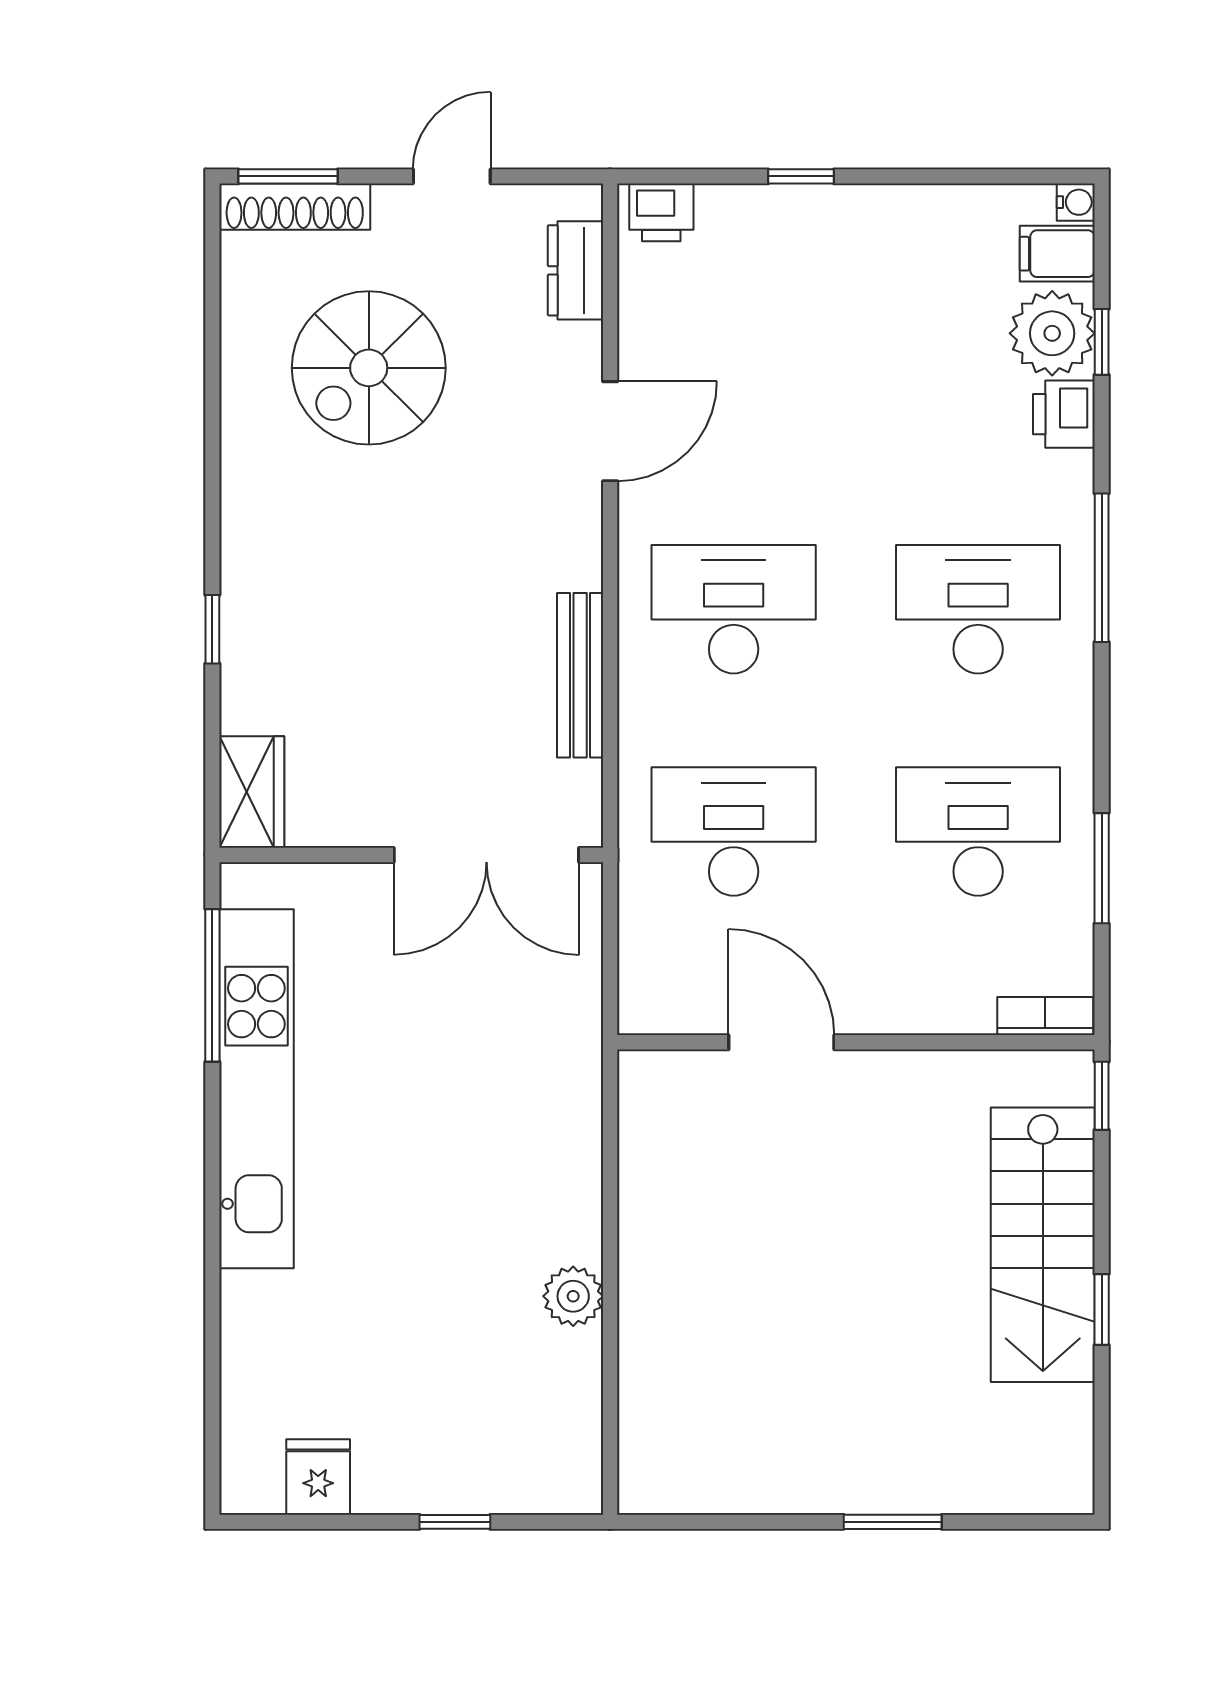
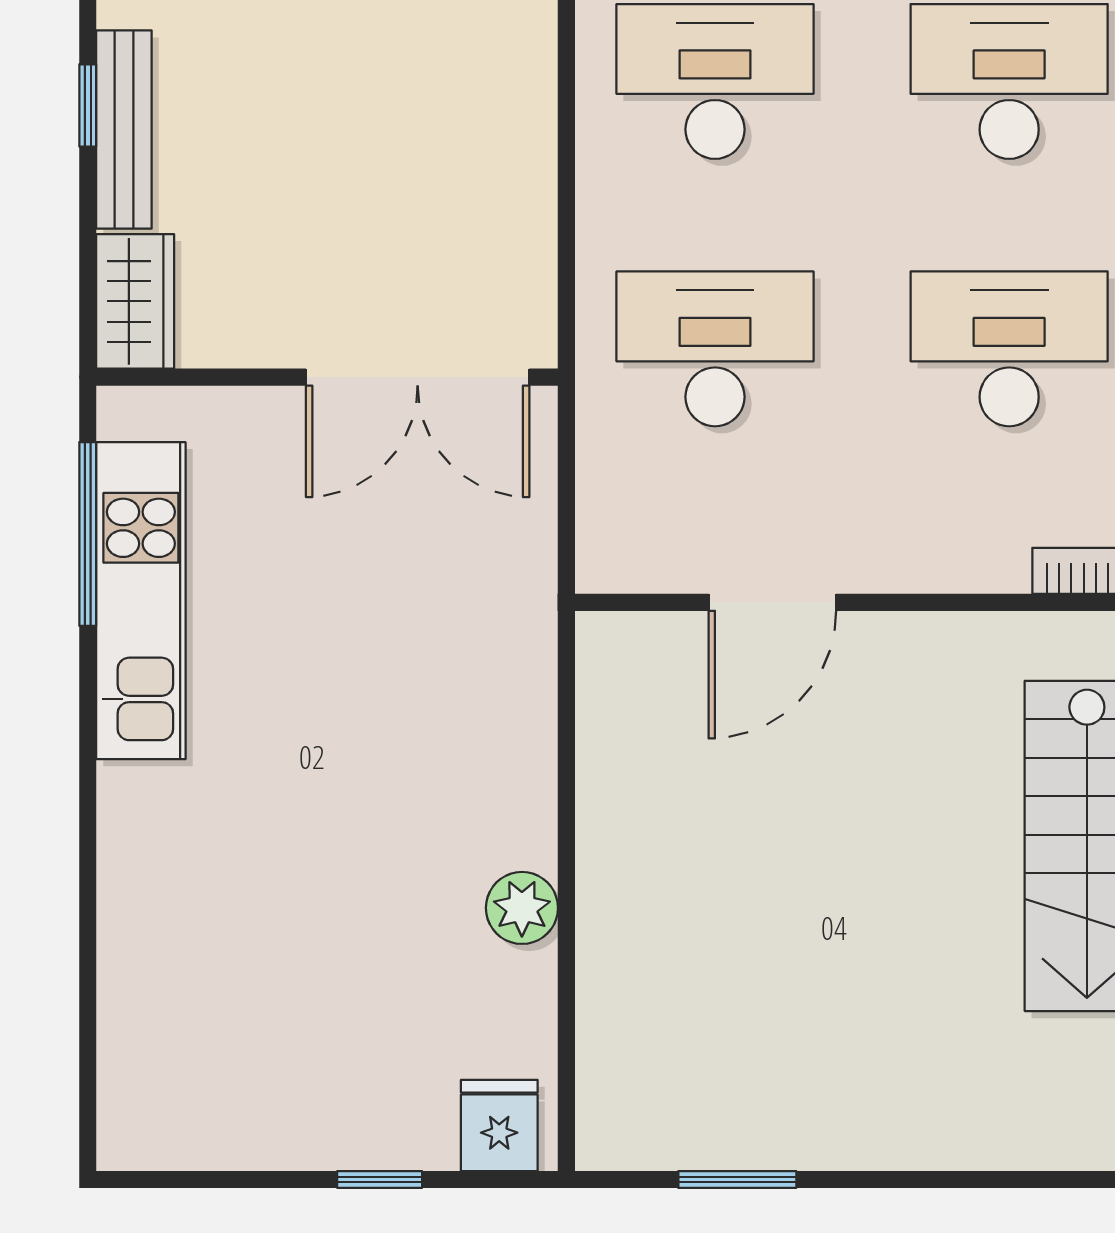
bench: (580, 675) -> (124, 130), moved
door: (781, 1042) -> (772, 602), swing flipped
kitchen unit: (256, 1089) -> (141, 601), width x0.73
fridge: (318, 1477) -> (499, 1125), moved
window: (893, 1522) -> (737, 1180), moved

